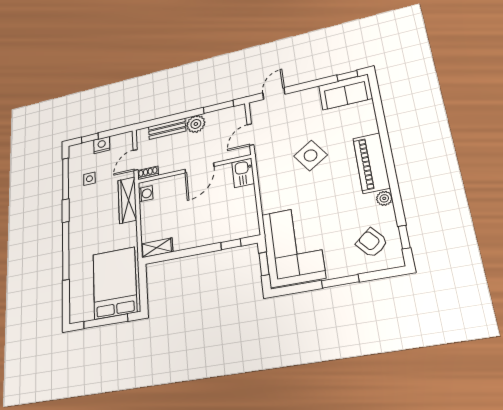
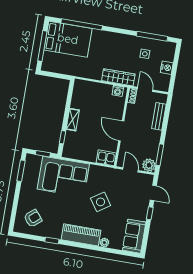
window: (347, 76) -> (150, 213), moved
plant: (196, 124) -> (149, 165), moved
window: (90, 138) -> (176, 60), removed
plant: (384, 198) -> (104, 243), moved
window: (404, 237) -> (52, 241), moved
corner sofa: (293, 246) -> (63, 177), moved
shelving: (157, 248) -> (73, 120), moved
window: (66, 250) -> (82, 24), moved
window: (340, 281) -> (21, 171), moved
bed: (115, 283) -> (68, 39), moved

